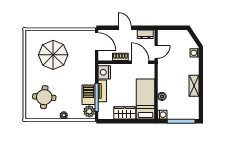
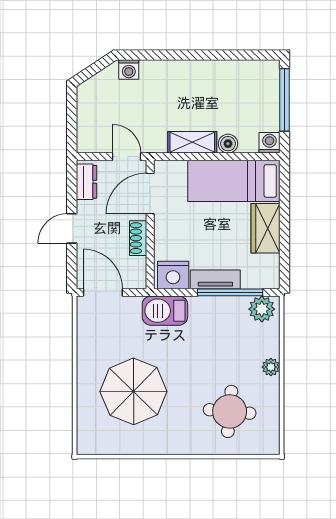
door: (97, 41) -> (103, 292), hinge flipped
shelving: (194, 86) -> (192, 142), moved
barbecue: (89, 95) -> (165, 311), moved

